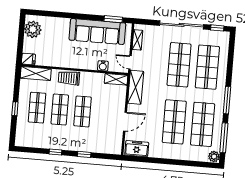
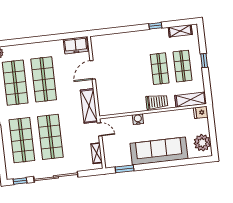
sofa: (97, 32) -> (159, 151), moved
water cooler: (103, 66) -> (138, 119), moved
shelving: (116, 79) -> (180, 31), moved
shop shelf: (83, 111) -> (137, 71), removed
window: (84, 154) -> (126, 29), removed

